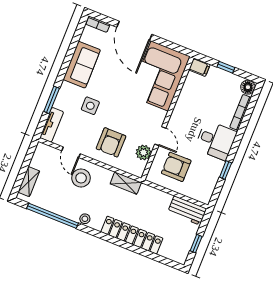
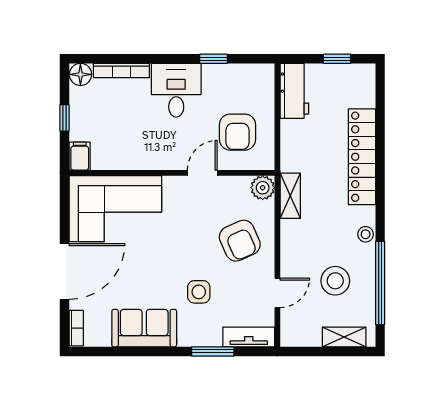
armchair: (111, 142) -> (240, 241), turned 66
plant: (144, 153) -> (263, 188), moved
stool: (81, 178) -> (335, 281), moved

